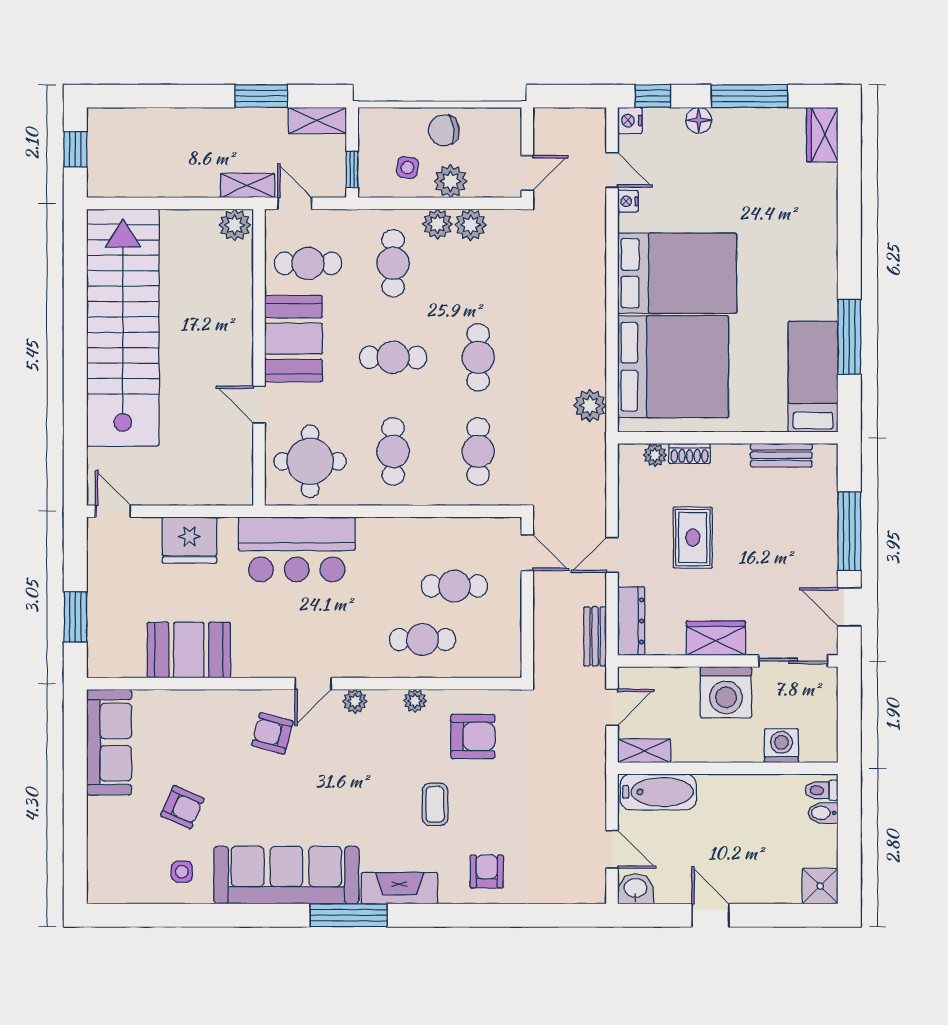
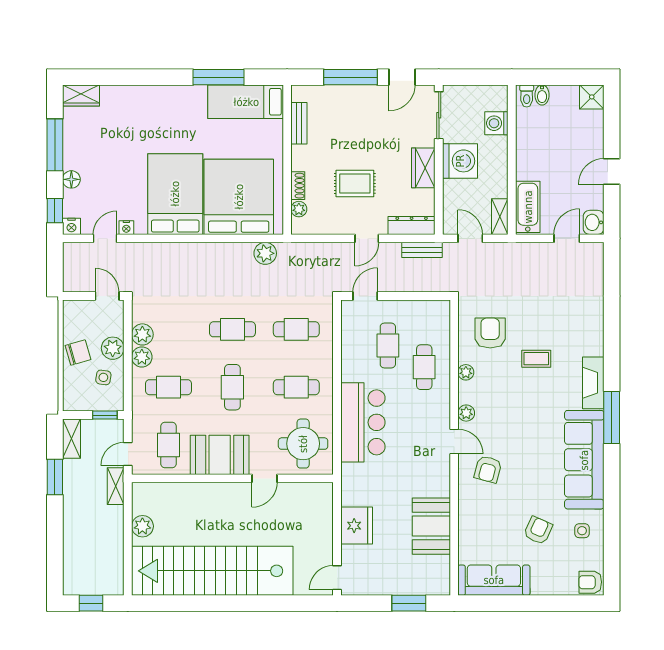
chair: (444, 130) -> (78, 353), turned -99
plant: (235, 225) -> (142, 526), moved
bar counter: (297, 549) -> (363, 422), moved
door: (612, 555) -> (367, 238), hinge flipped
armchair: (487, 871) -> (590, 582), moved

